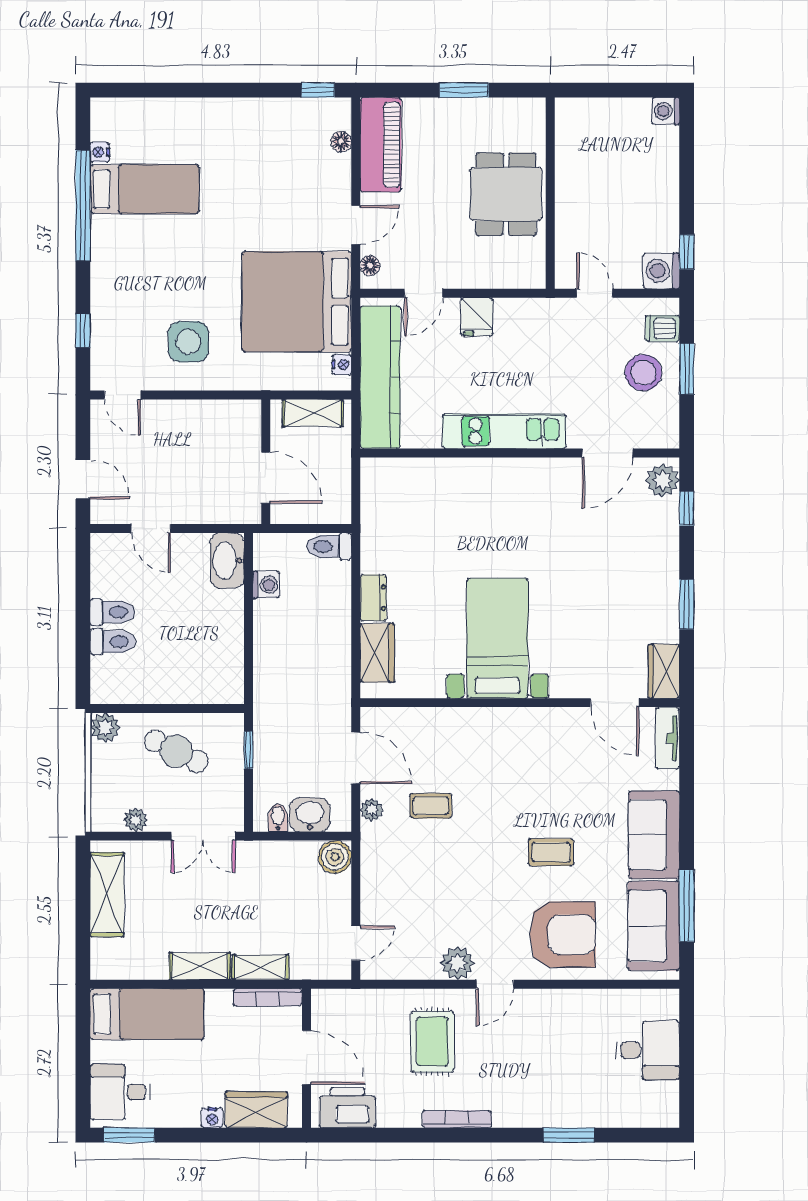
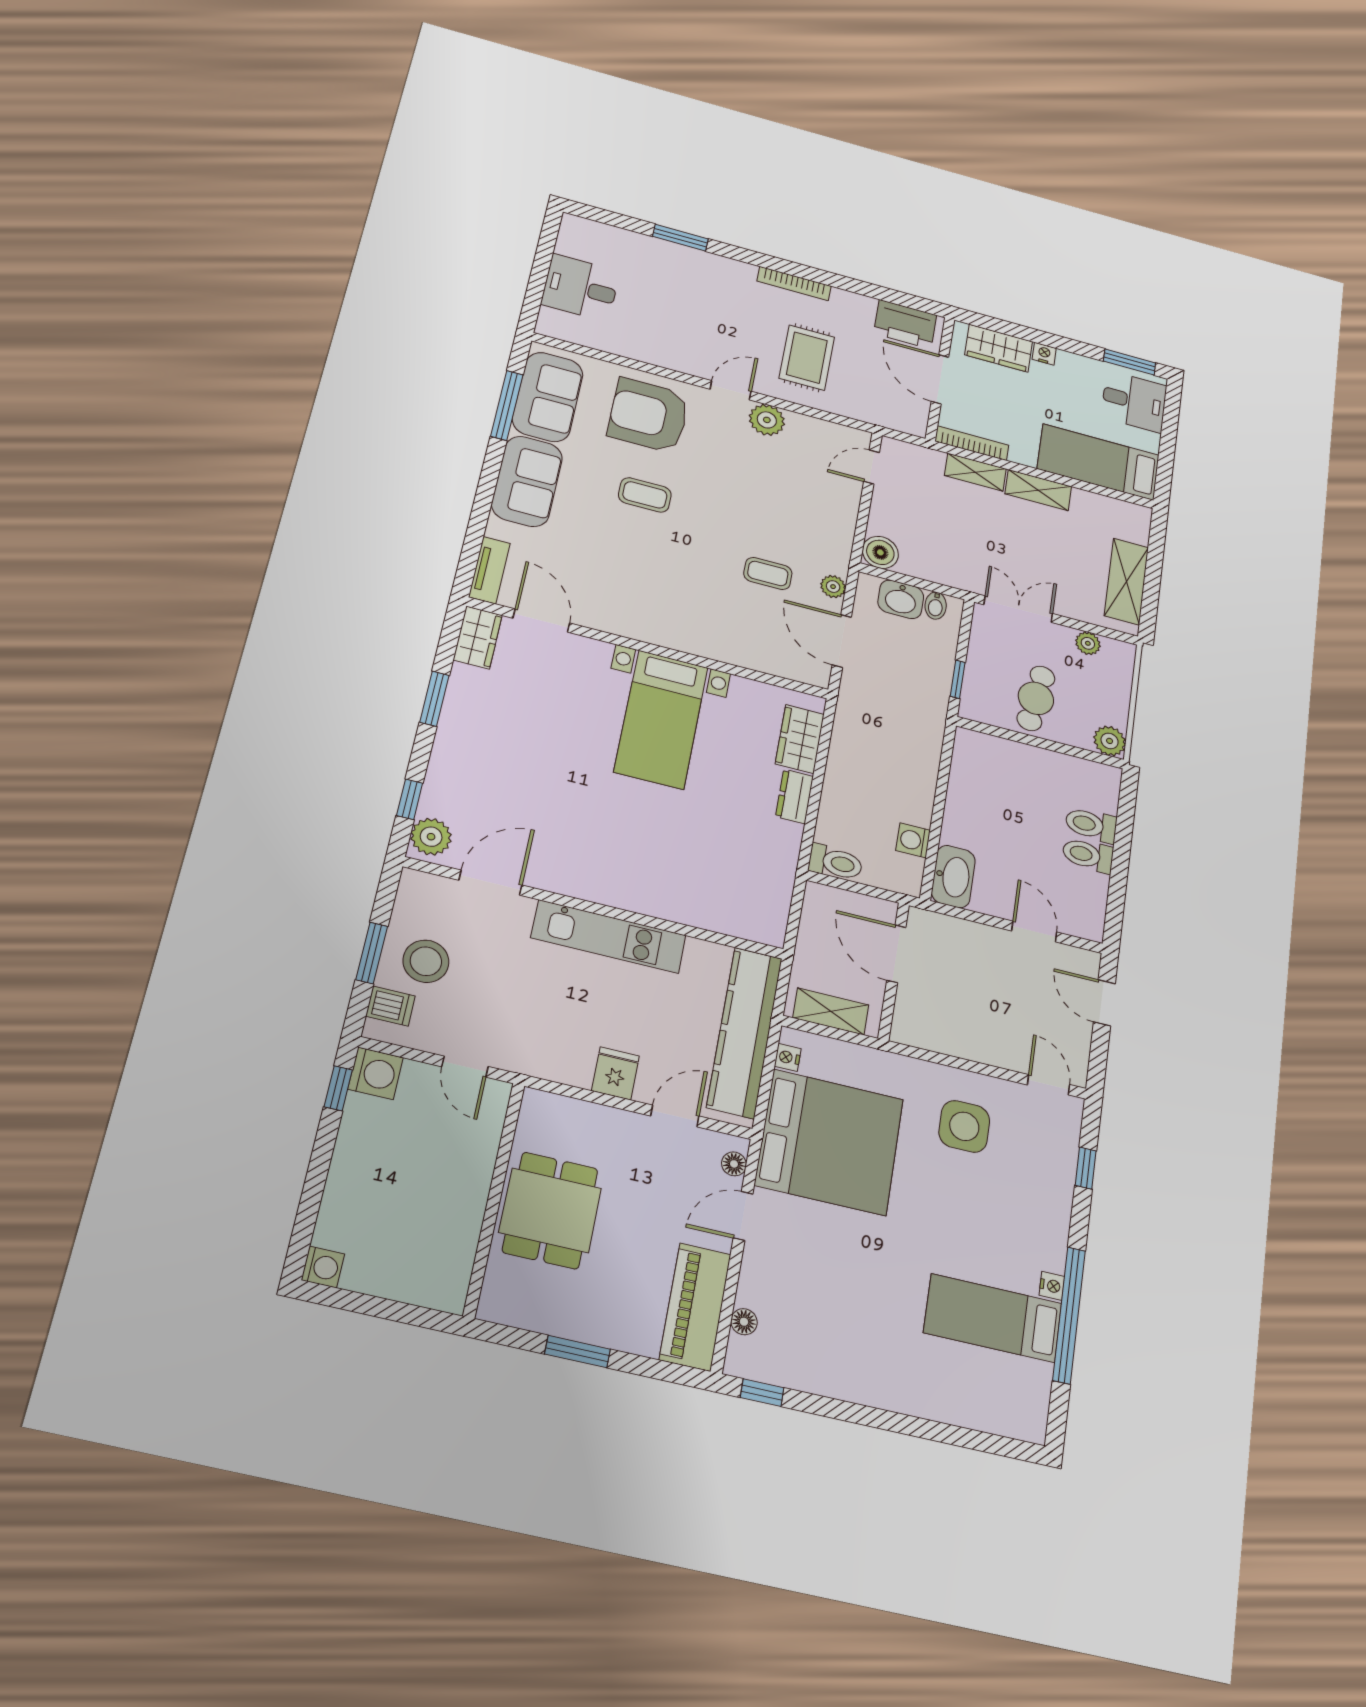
nightstand: (100, 152) -> (1052, 1286), moved
cafe table: (176, 751) -> (1036, 698), turned 72

